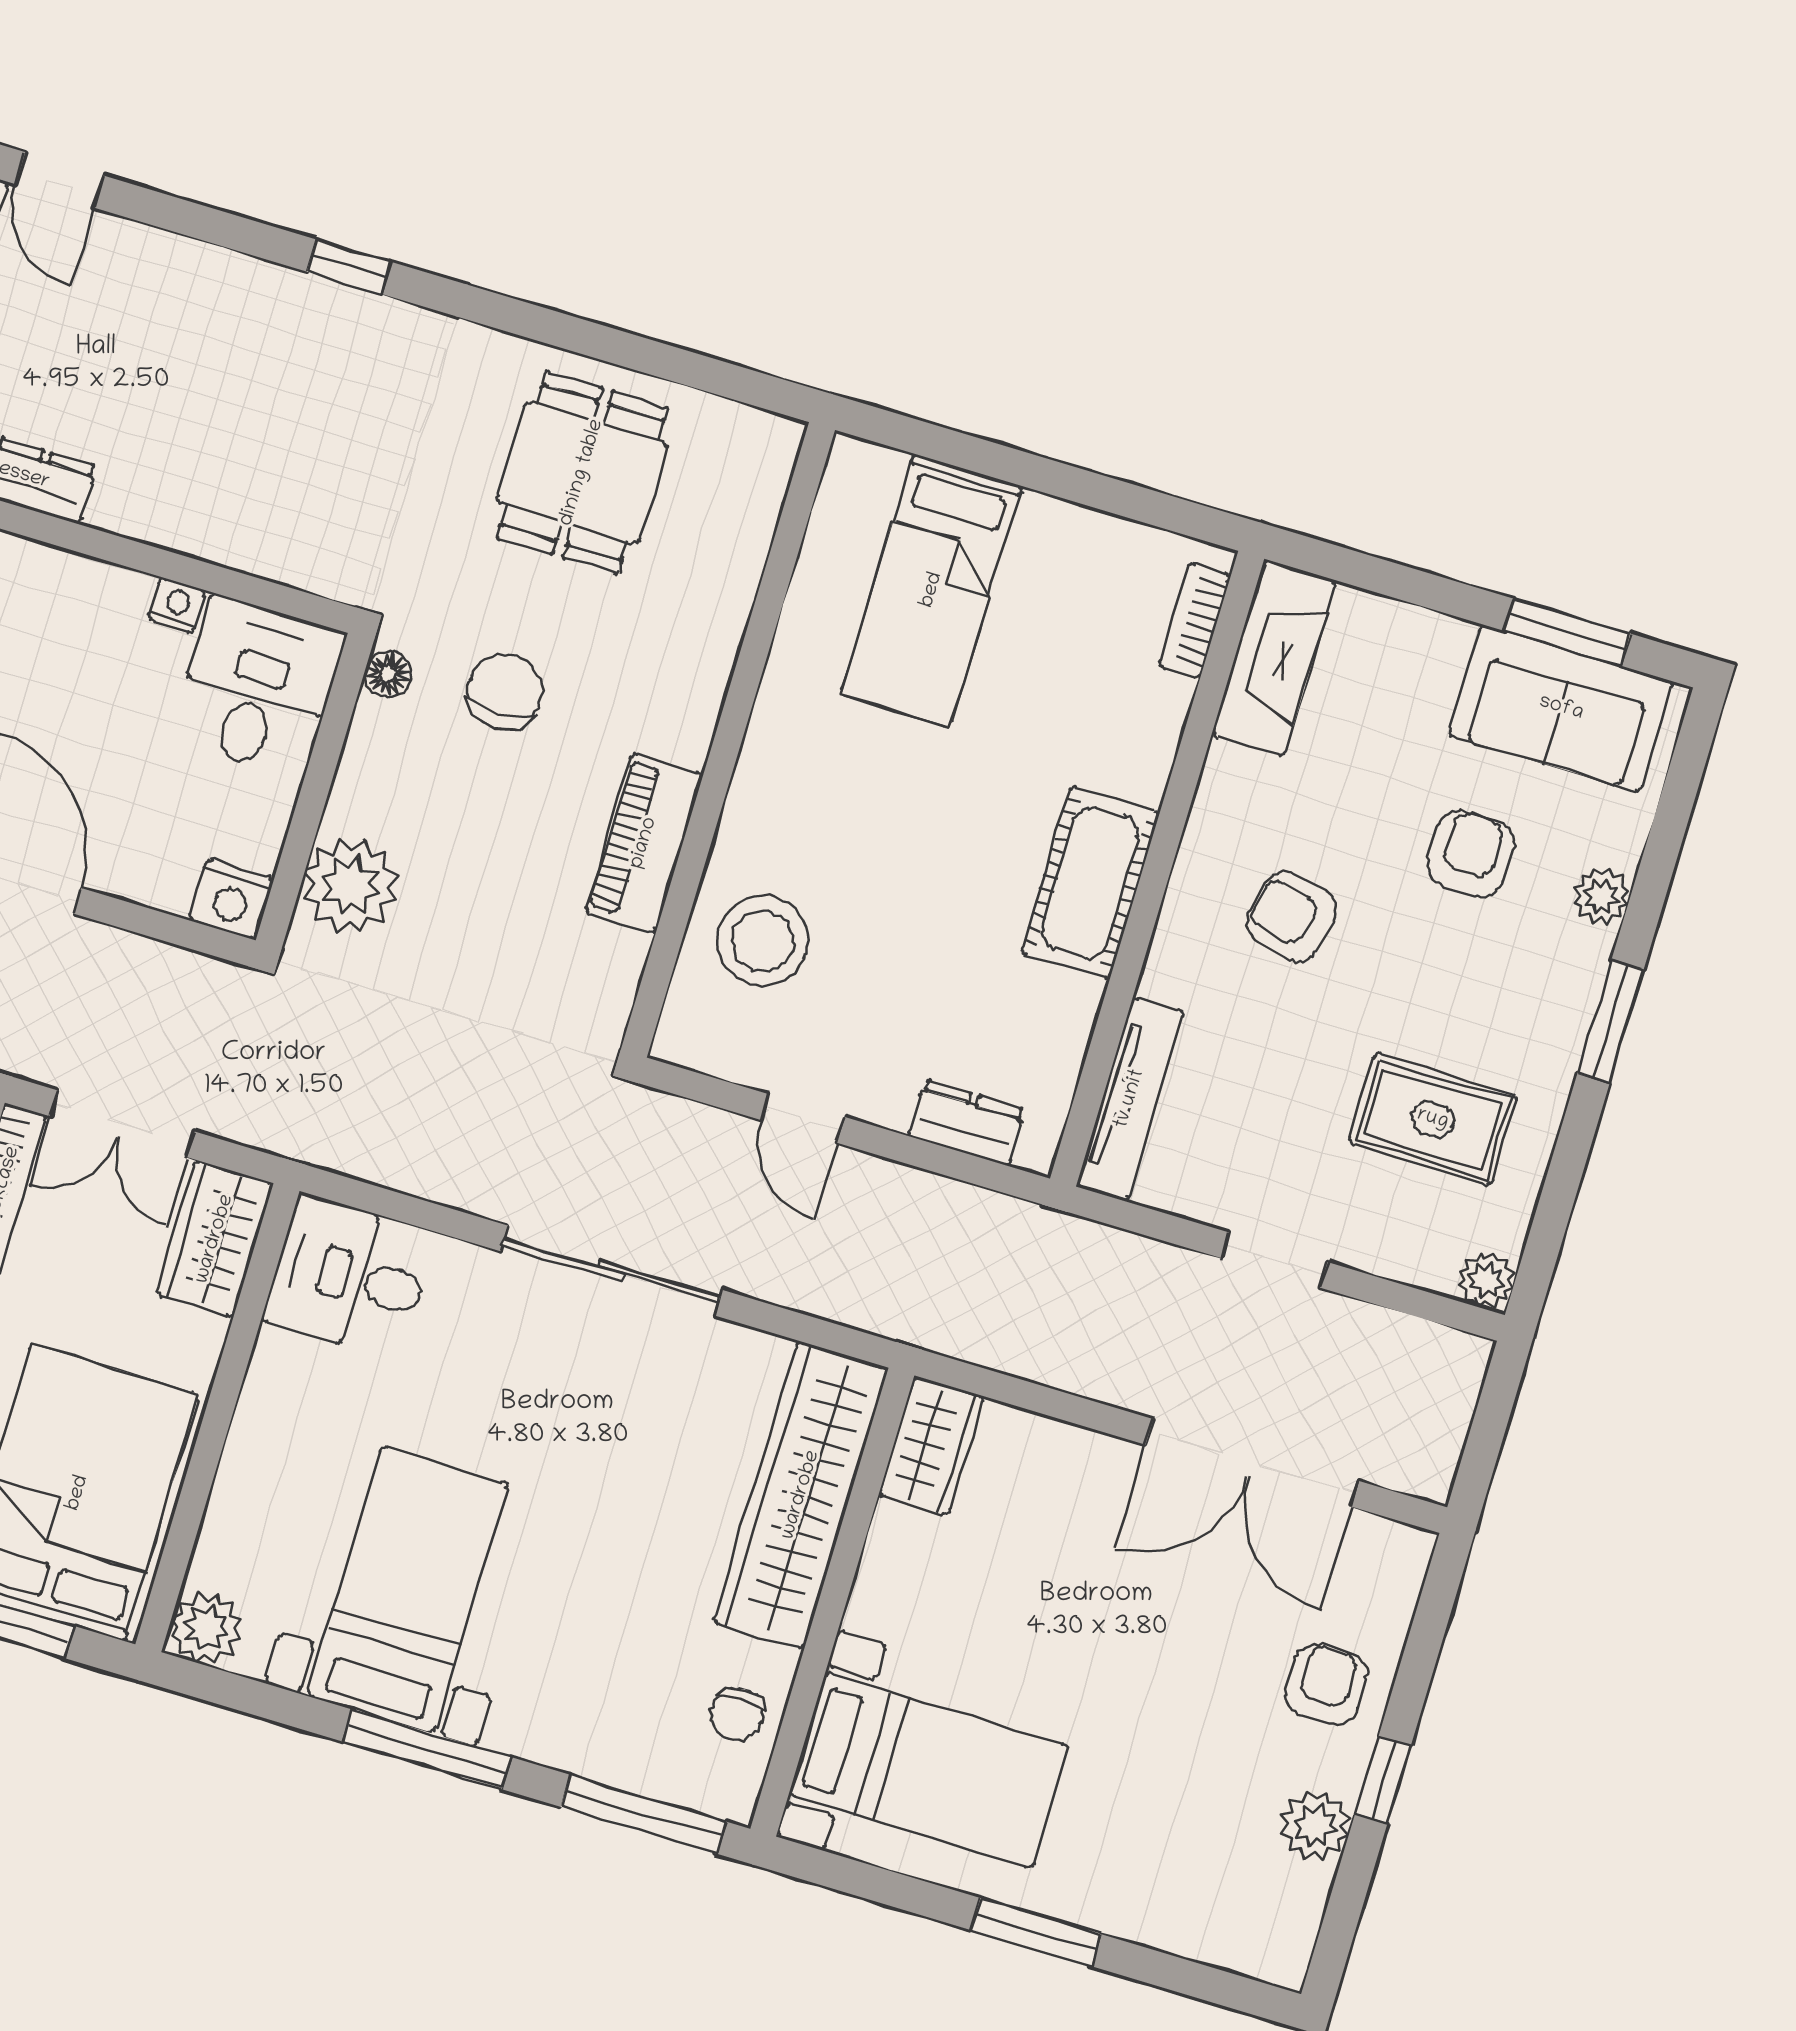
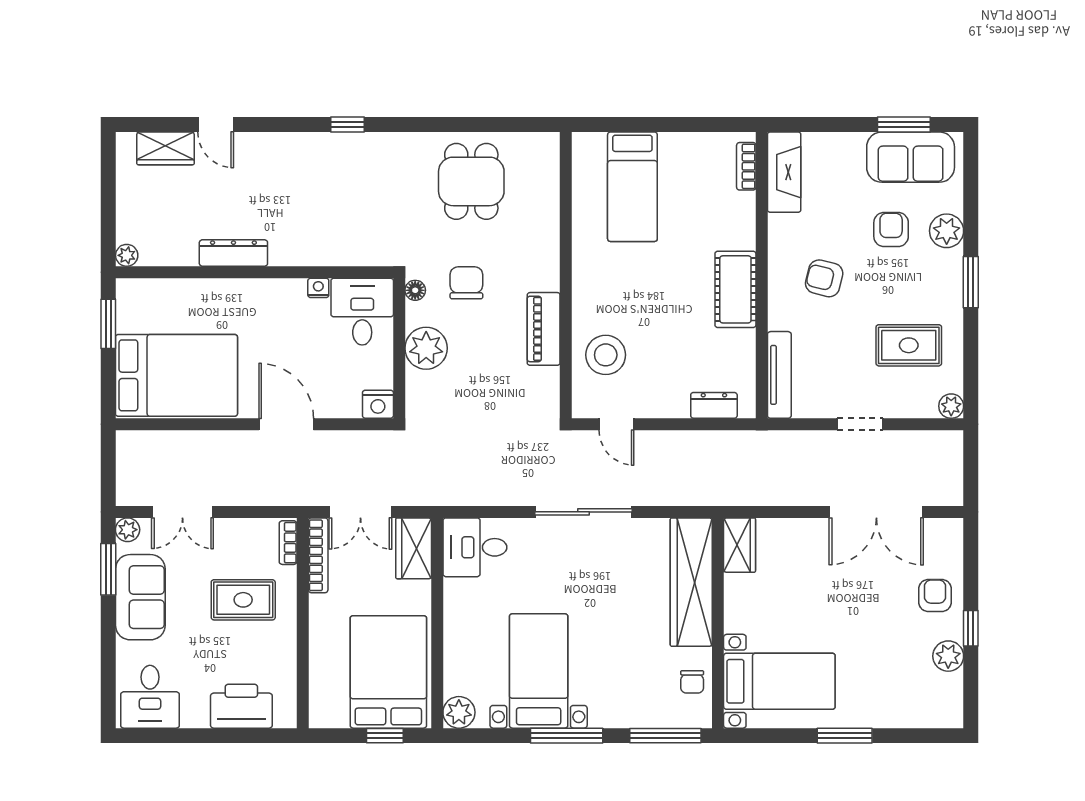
plant: (350, 886) -> (426, 348), moved
plant: (1601, 896) -> (947, 231), width x1.38, depth x1.38
door: (803, 1119) -> (616, 424), moved

